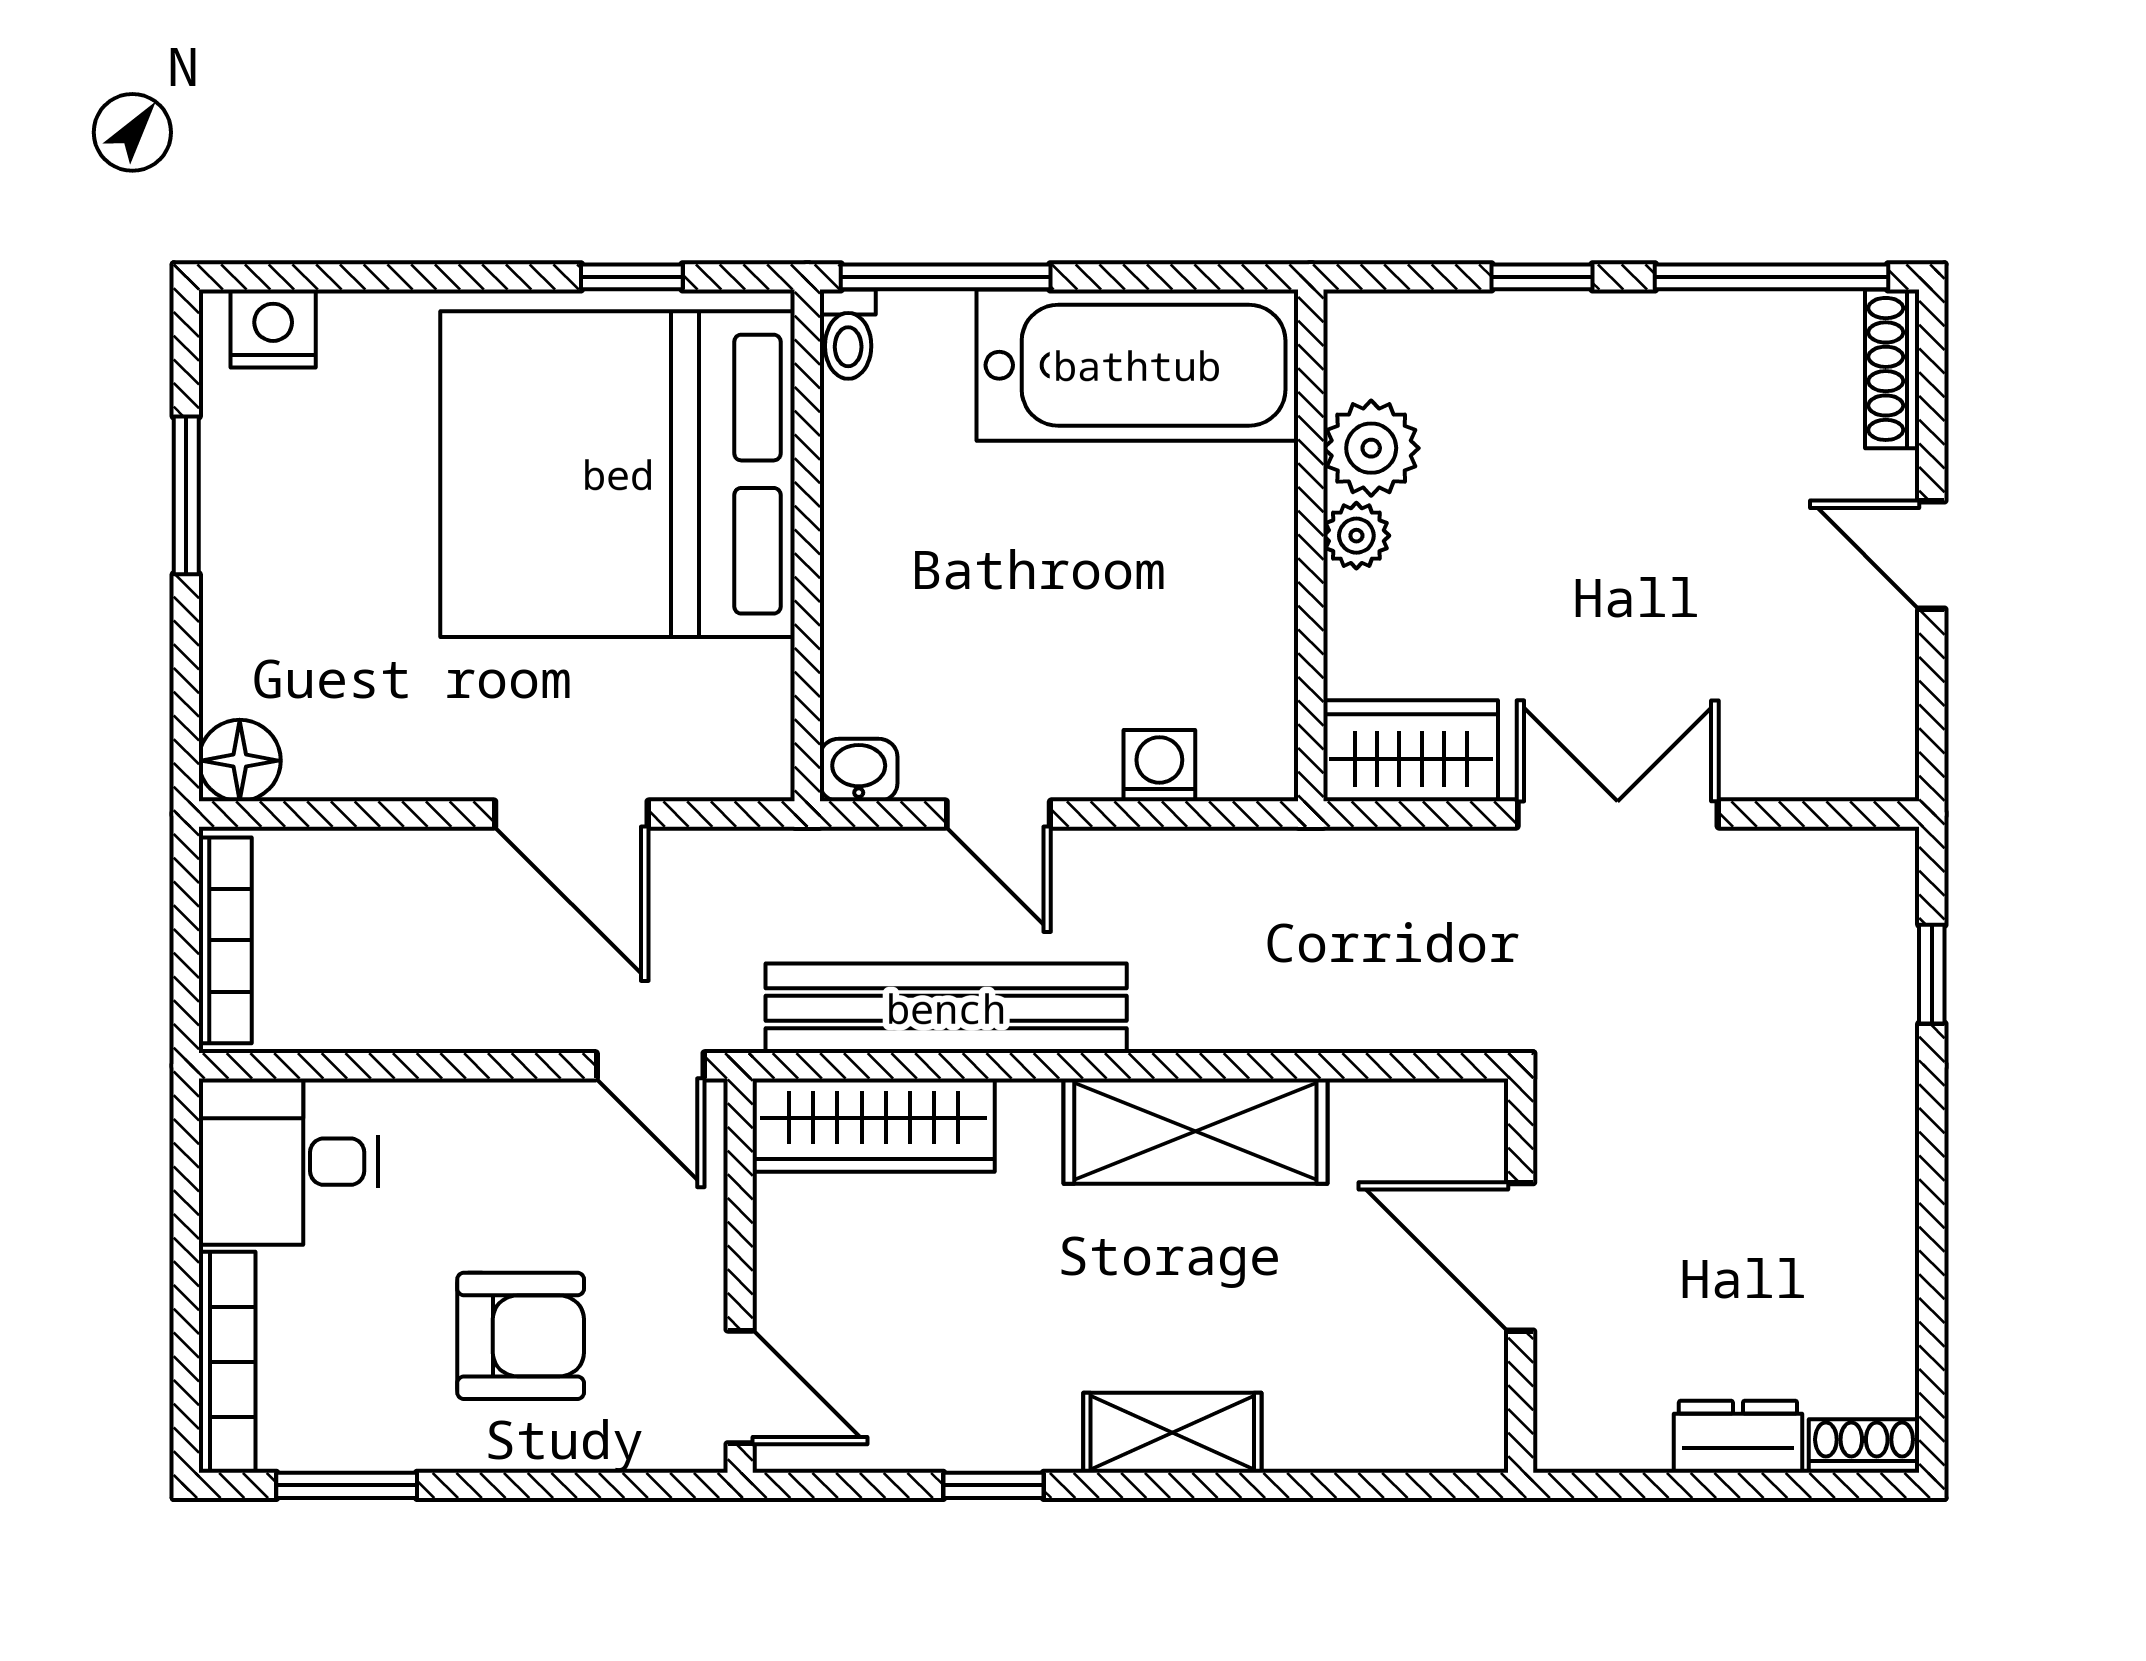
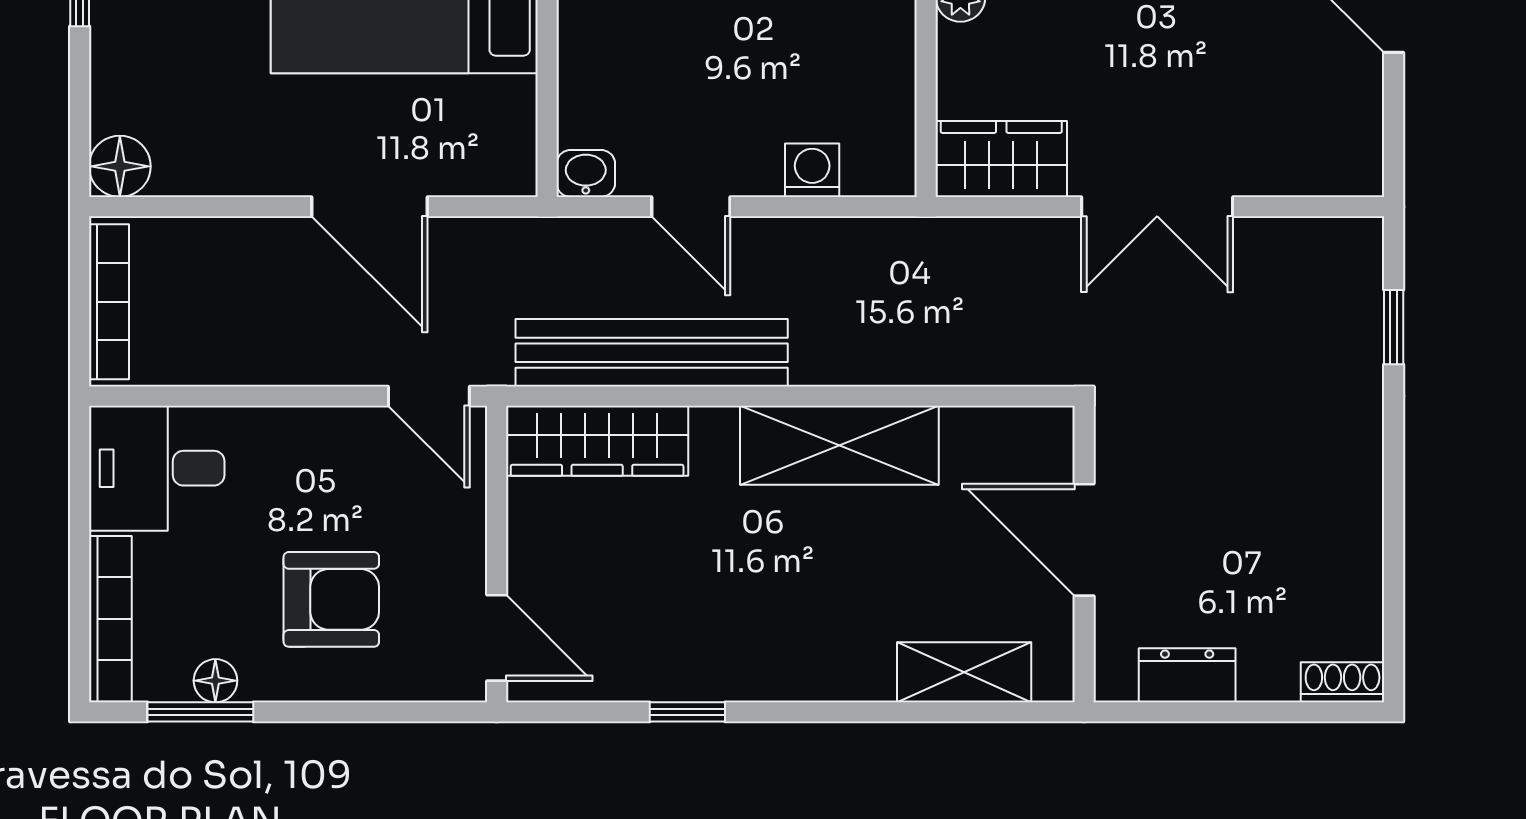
double door: (1618, 814) -> (1157, 207), swing flipped
shelving: (1172, 1433) -> (964, 672), moved
dresser: (1738, 1437) -> (1187, 675), moved
floor lamp: (367, 1444) -> (215, 681), added

